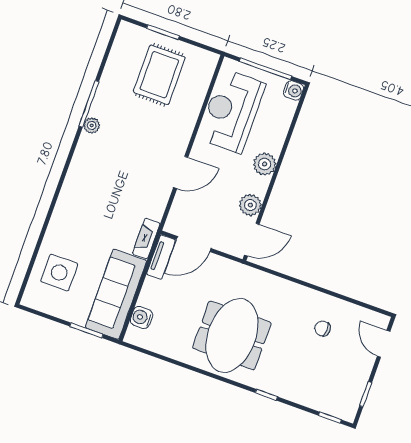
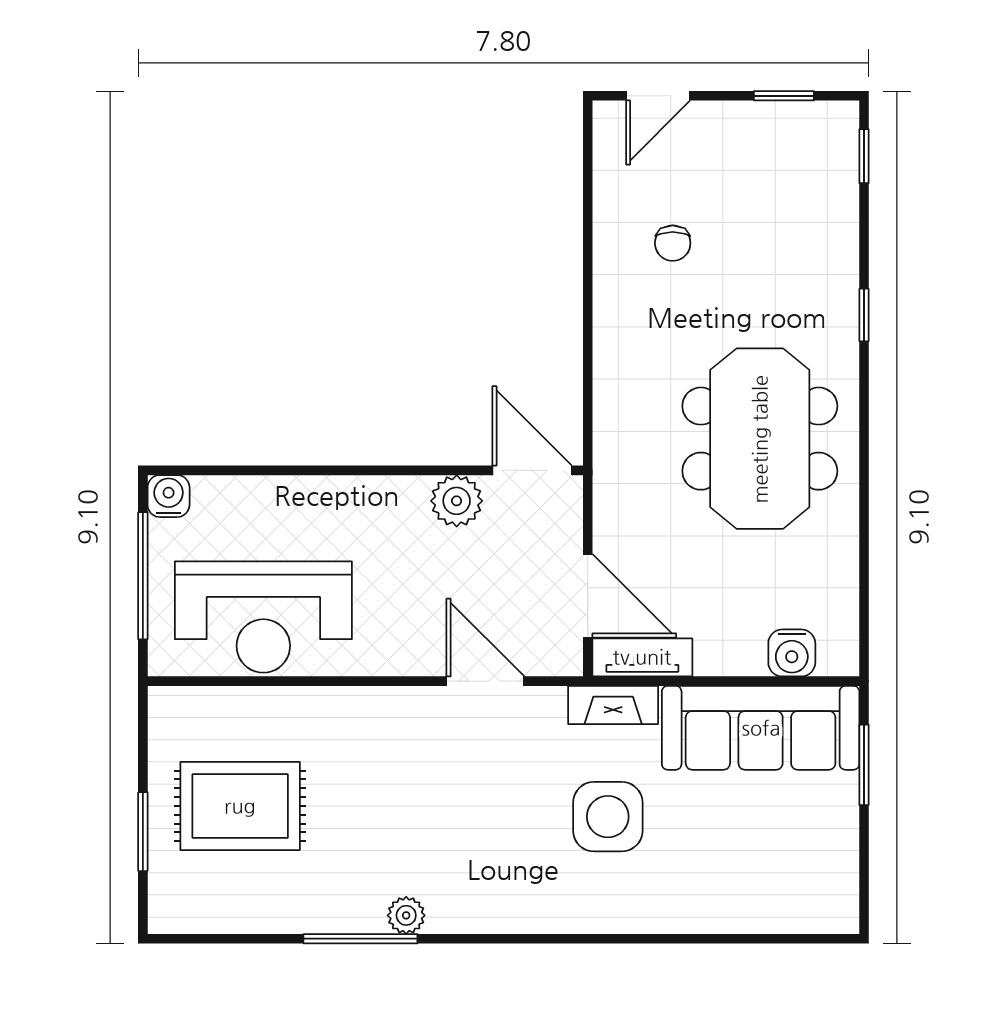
plant: (265, 164) -> (354, 502), removed
door: (181, 172) -> (485, 681), moved
side table: (59, 273) -> (608, 817), moved
meeting table: (232, 335) -> (760, 439), turned 90

